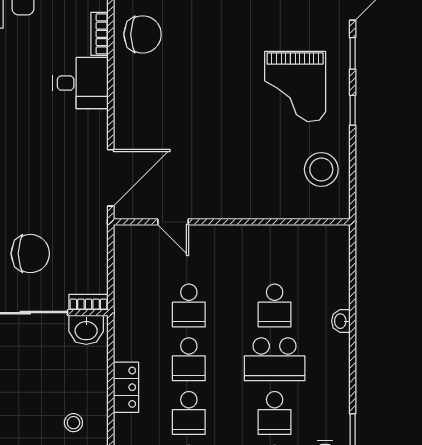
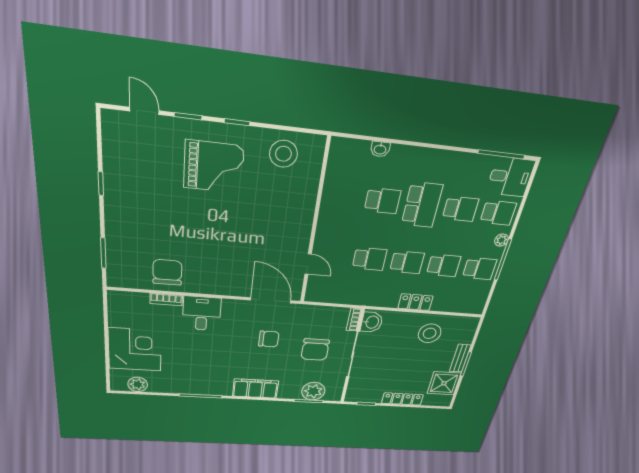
chair: (44, 182) -> (269, 339), added
door: (173, 222) -> (308, 264), hinge flipped
chair: (30, 254) -> (315, 350), turned 180
washbasin: (341, 321) -> (380, 149), moved
stool: (73, 423) -> (430, 333), width x1.89, depth x1.89

